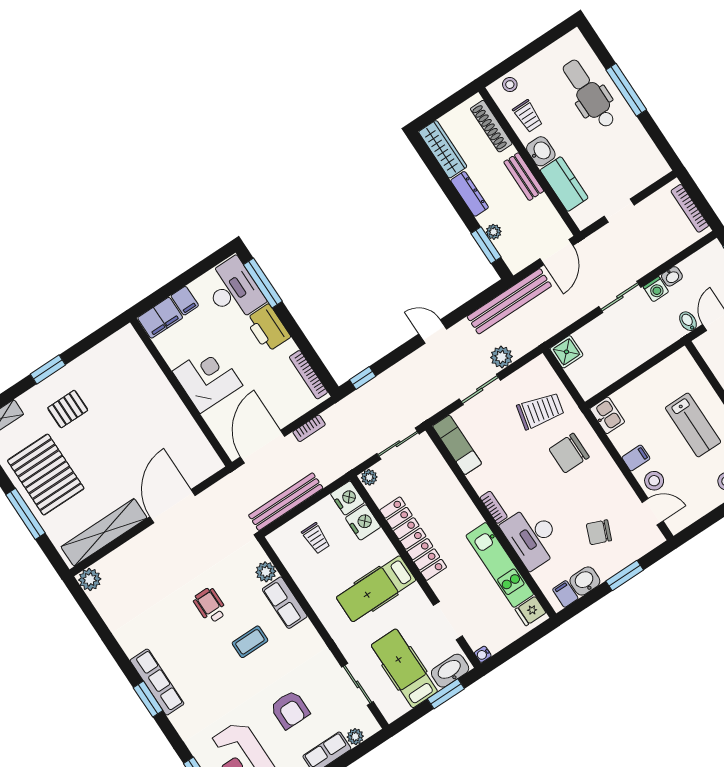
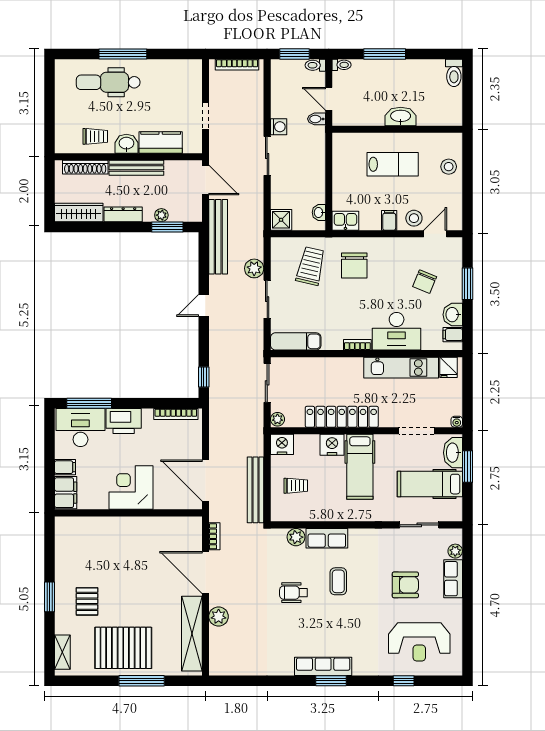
stool: (510, 85) -> (64, 134), removed
bench: (524, 177) -> (136, 168), width x1.36
washbasin: (672, 276) -> (319, 212), moved, turned 180
bookcase: (309, 428) -> (214, 536), moved
nightstand: (363, 522) -> (332, 445), moved
plant: (90, 579) -> (219, 617), moved

